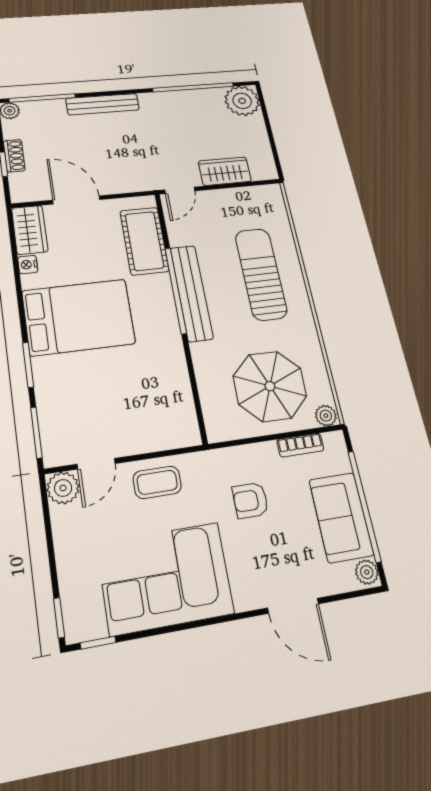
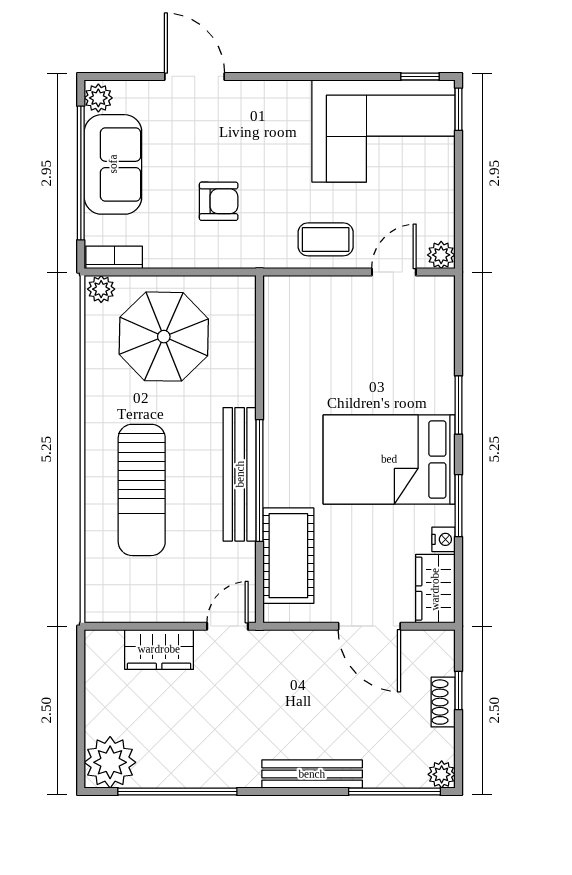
window: (36, 433) -> (459, 506), moved
bookcase: (300, 445) -> (114, 257), moved
plant: (63, 488) -> (441, 255), width x0.73, depth x0.73
corner sofa: (165, 578) -> (384, 131), moved

